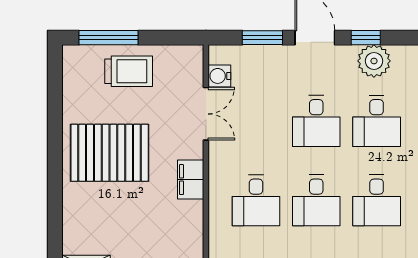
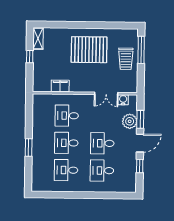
plant: (374, 61) -> (130, 121), moved
pallet: (110, 153) -> (89, 50), turned 90
filing cabinet: (191, 180) -> (60, 86), moved

